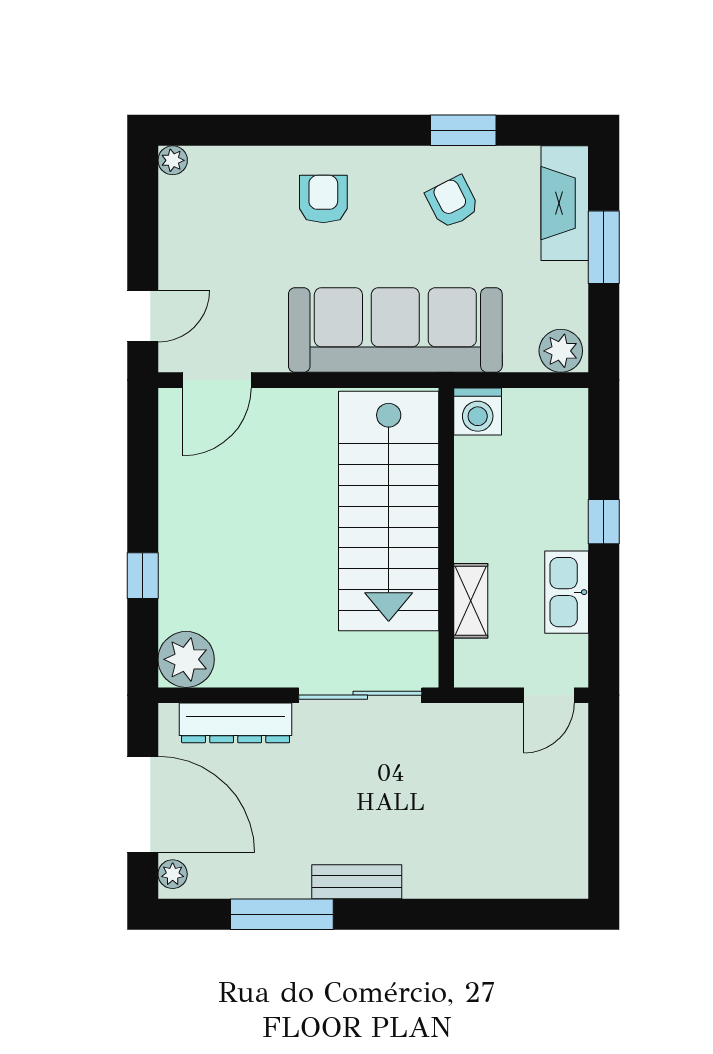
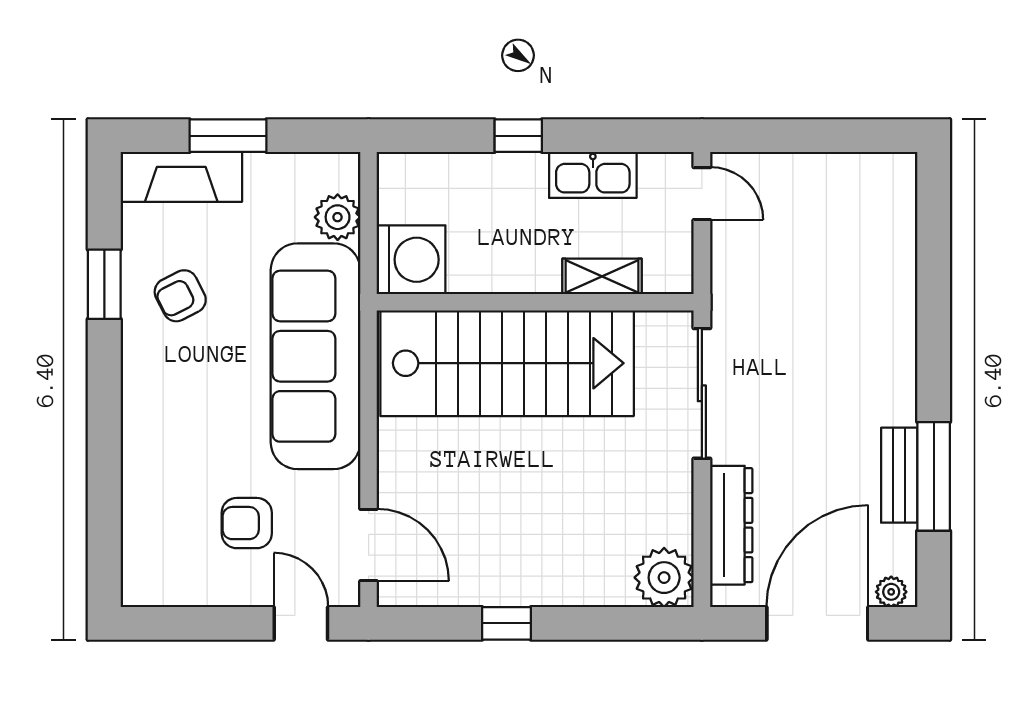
plant: (173, 160) -> (136, 592), removed
armchair: (323, 199) -> (247, 523), moved
plant: (561, 351) -> (338, 217), moved
washing machine: (478, 411) -> (411, 260), width x1.37, depth x1.37
window: (143, 576) -> (507, 623), moved
bench: (357, 882) -> (899, 475), moved

